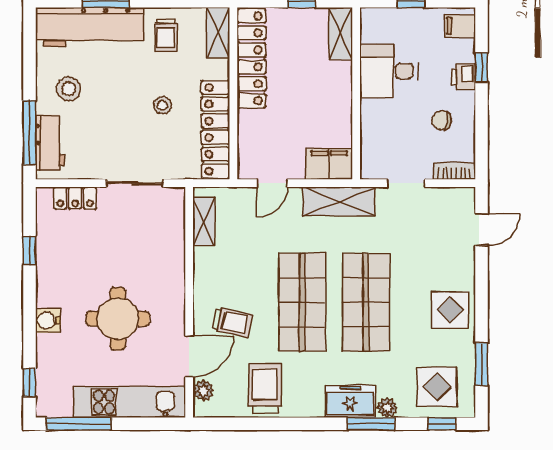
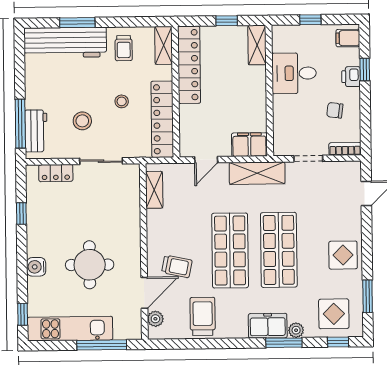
stool: (69, 89) -> (82, 121), moved
kitchen unit: (130, 402) -> (70, 329), moved
window: (79, 424) -> (102, 345), moved

